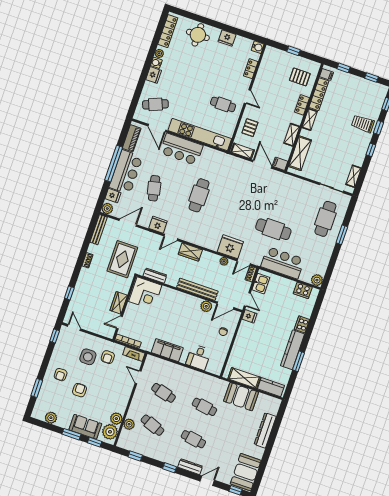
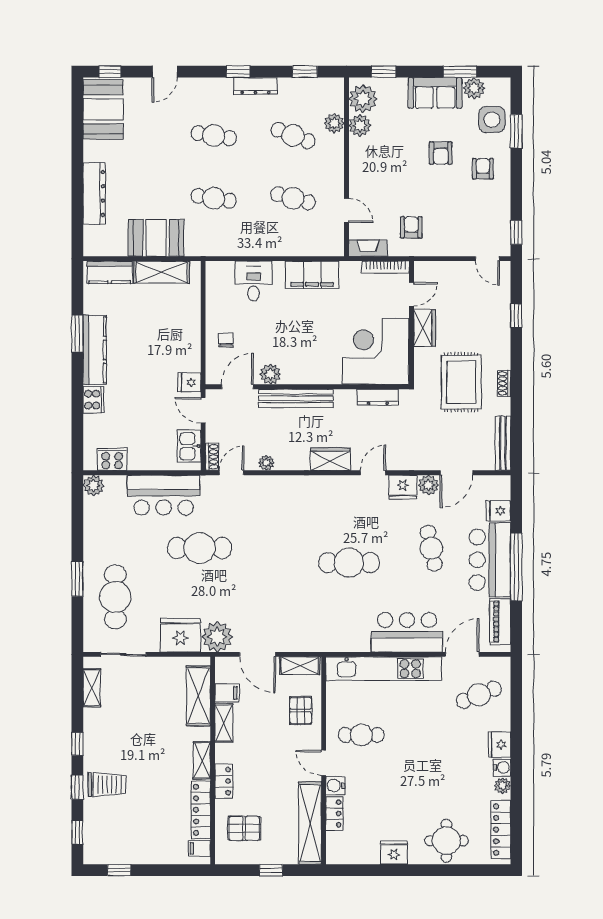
water cooler: (258, 47) -> (335, 786), moved
shelving: (265, 68) -> (310, 823), added
window: (343, 68) -> (174, 870), removed
door: (157, 128) -> (462, 654), hinge flipped
filing cabinet: (280, 164) -> (227, 693), moved
plant: (280, 180) -> (217, 637), added
cafe table: (199, 195) -> (349, 563), turned 90
plant: (107, 209) -> (428, 485), moved
fridge: (230, 247) -> (180, 635), moved, turned 180
rug: (122, 259) -> (461, 382), moved
corner desk: (145, 293) -> (375, 352), width x1.36, depth x1.36
side table: (88, 357) -> (492, 120), moved
sofa: (85, 427) -> (435, 93), moved
window: (71, 434) -> (460, 72), moved
dresser: (190, 467) -> (256, 86), moved

